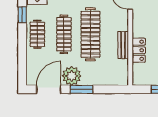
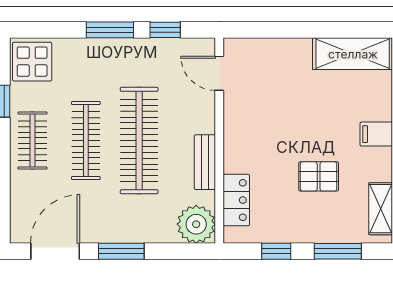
locker: (139, 50) -> (236, 200), moved
plant: (72, 76) -> (196, 224), moved

